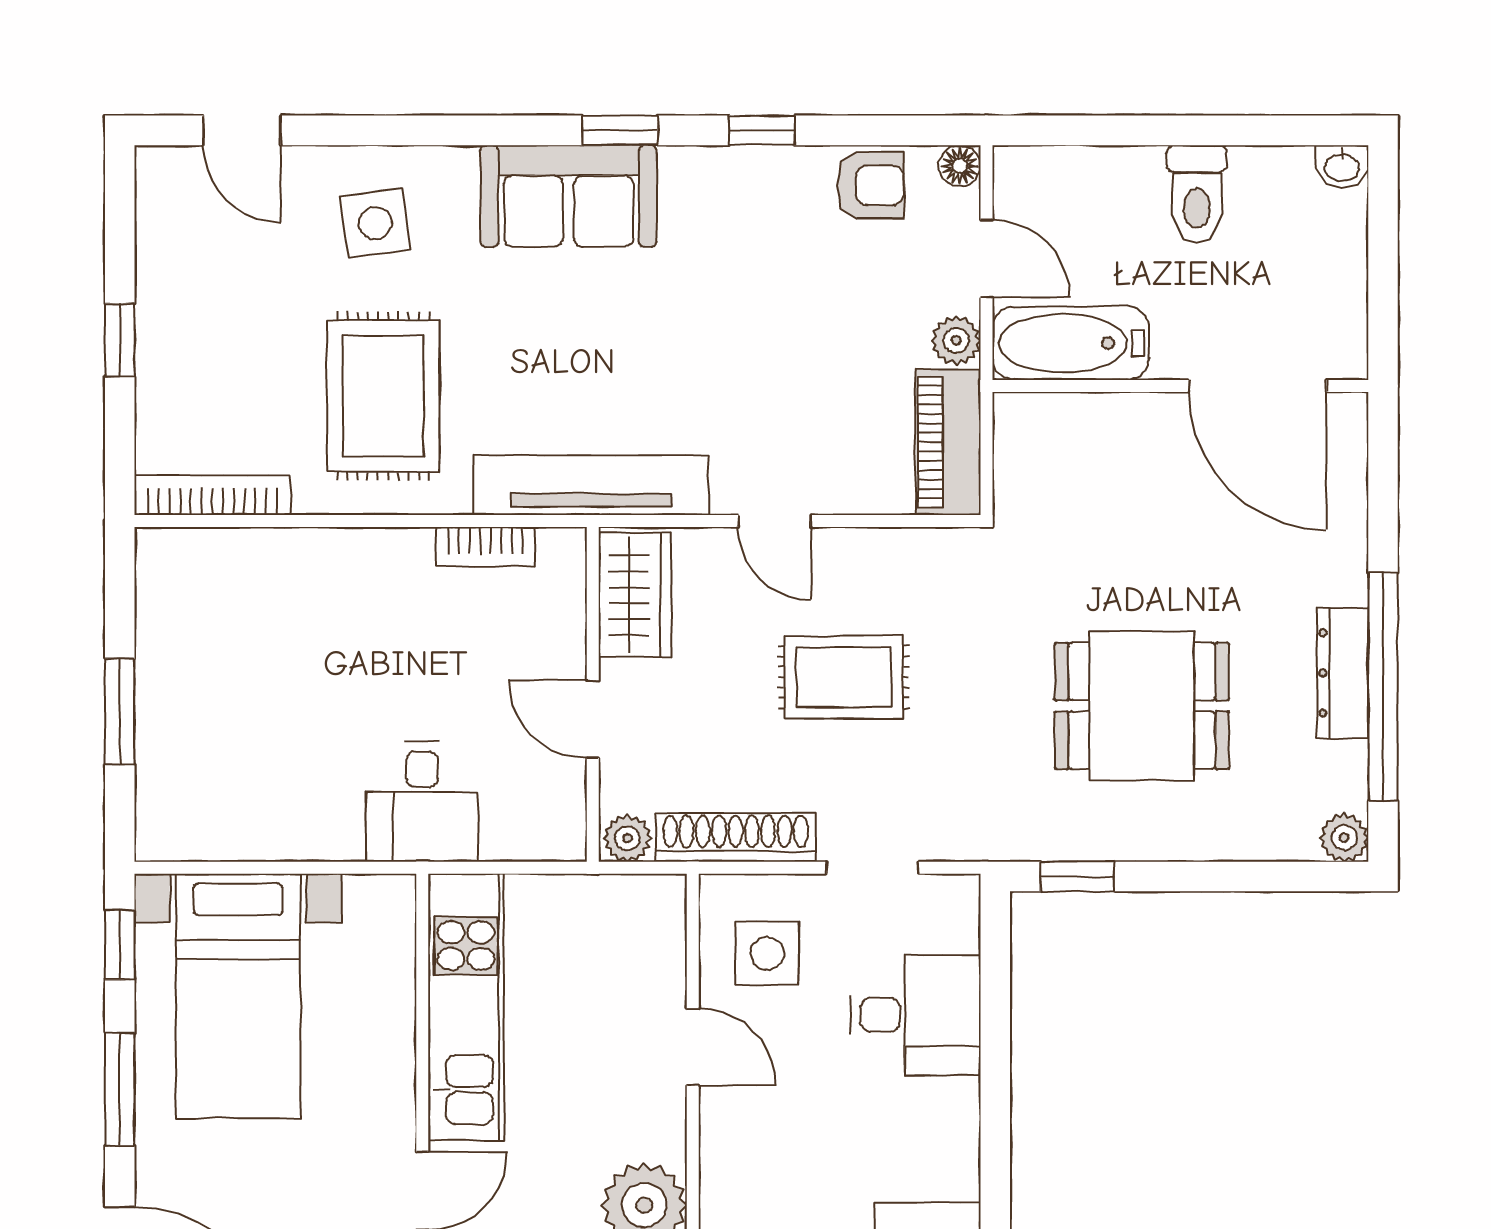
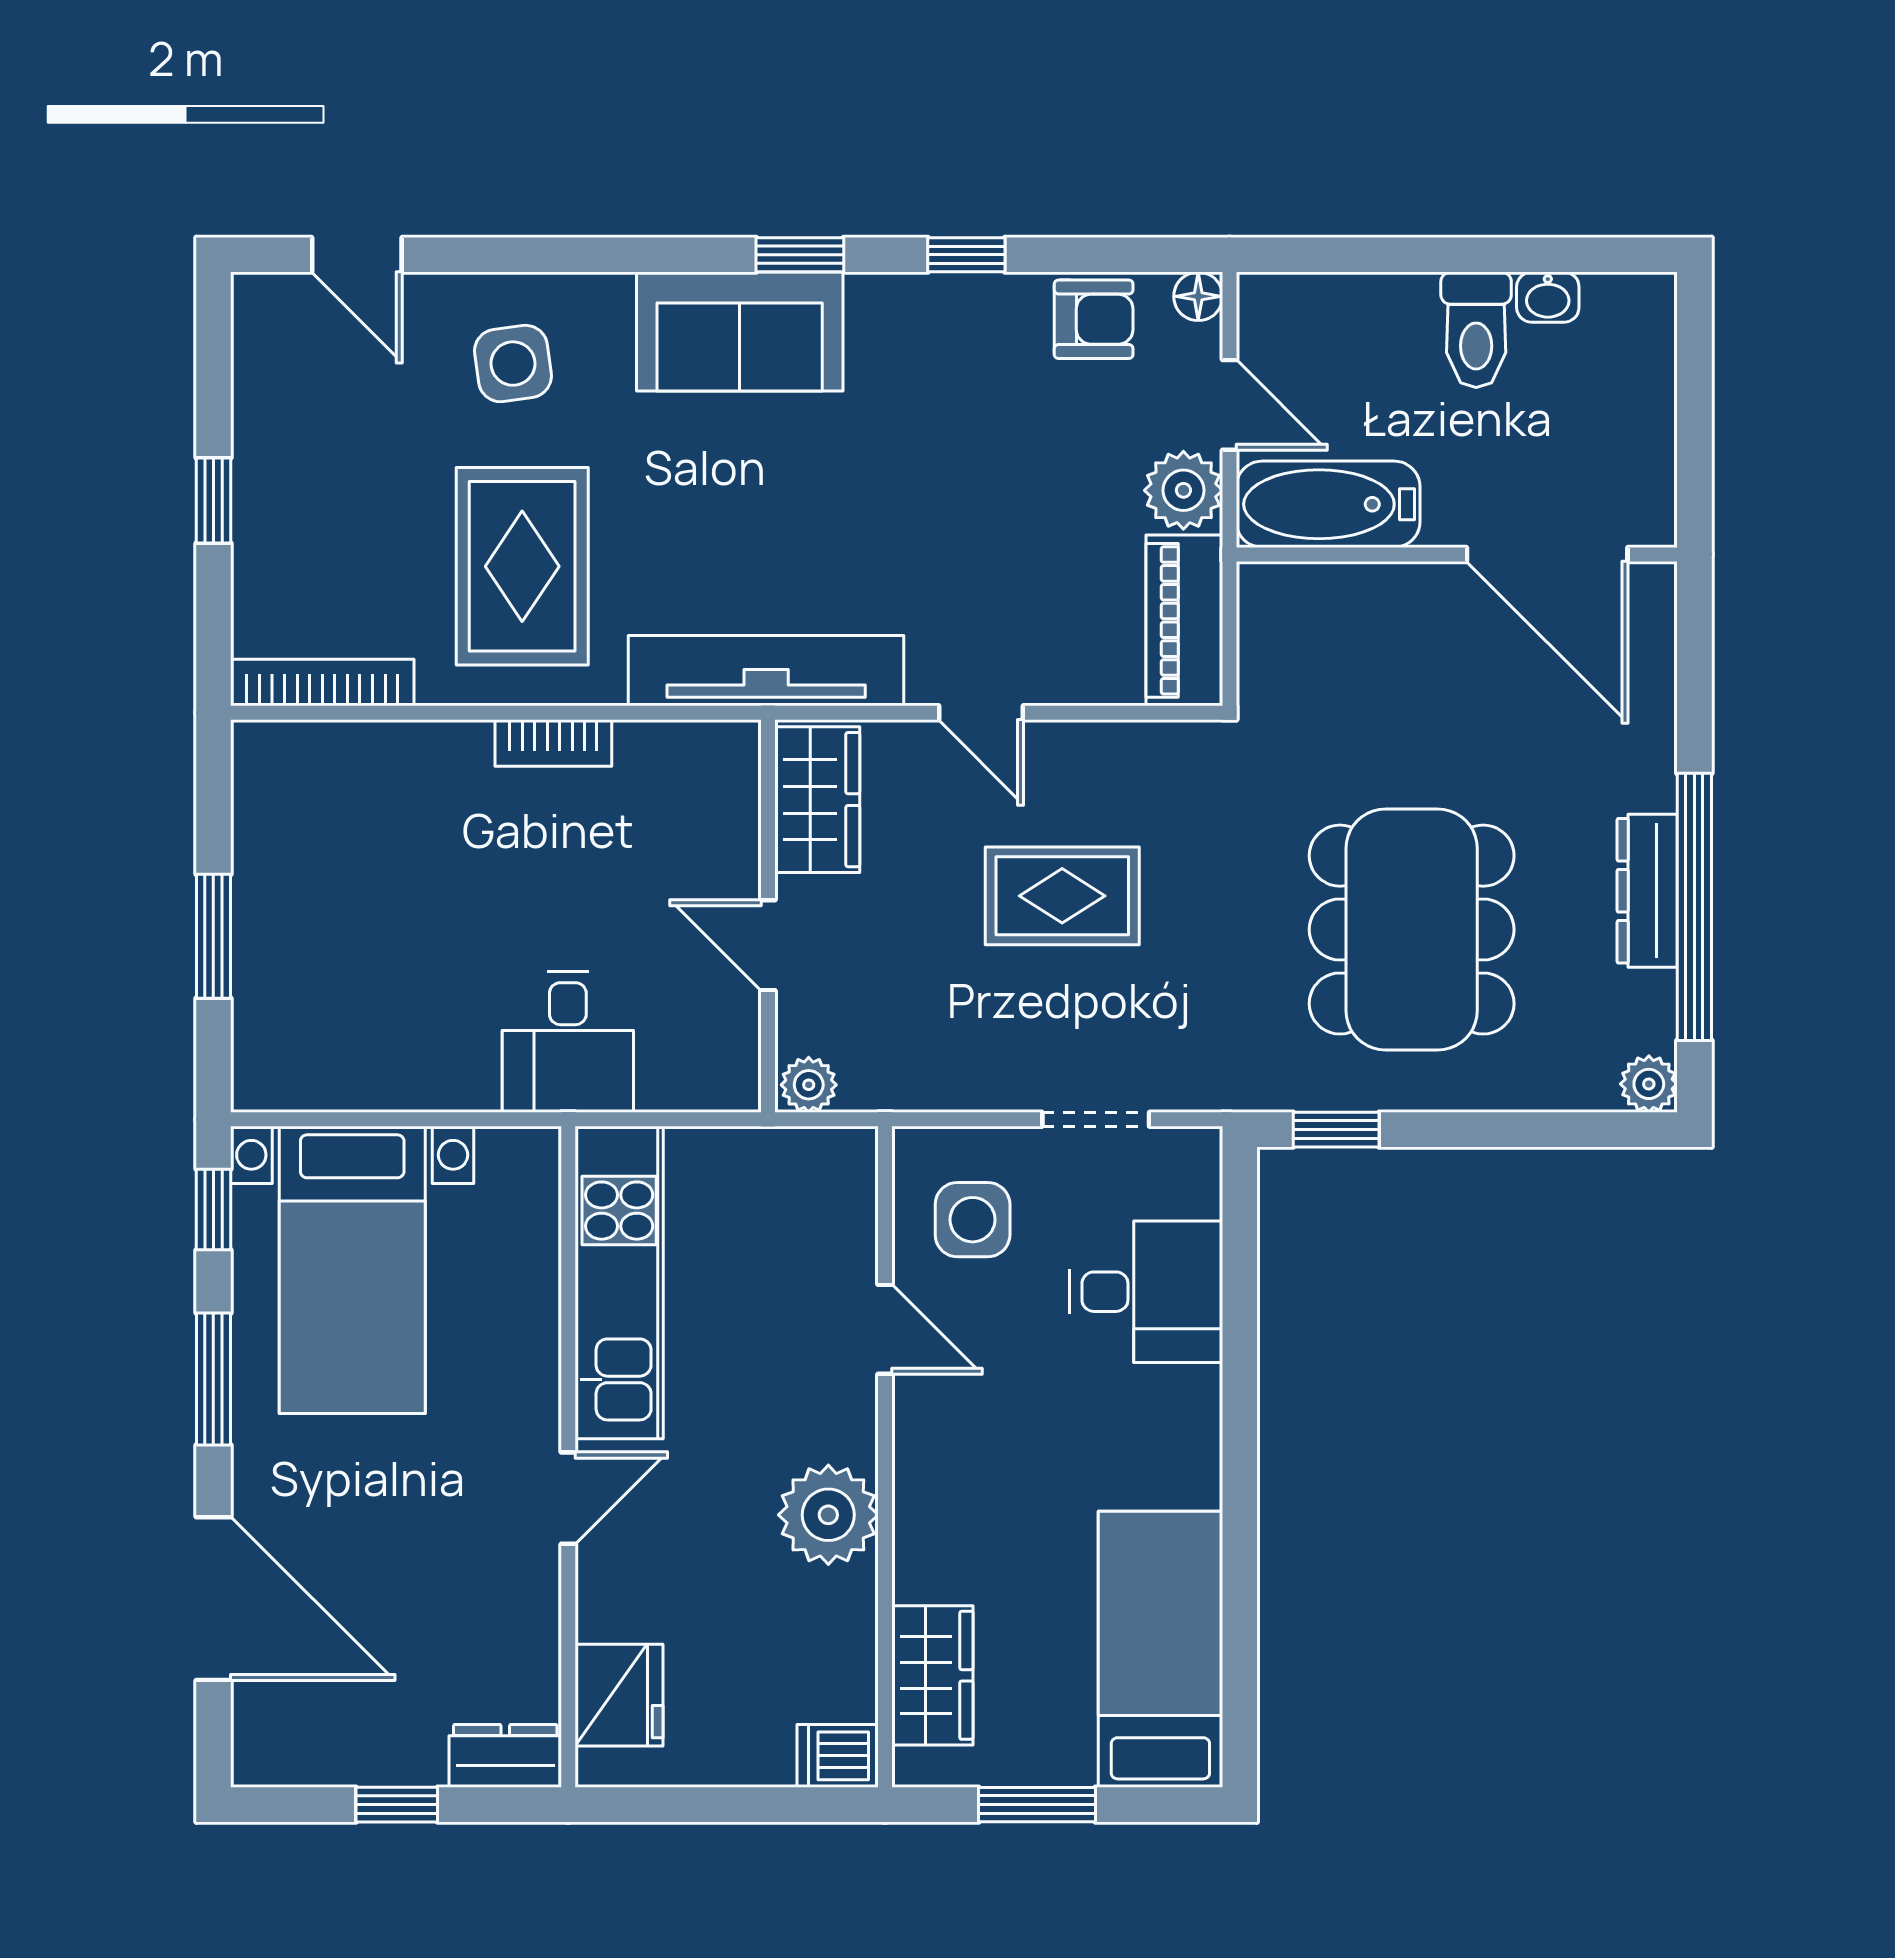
washbasin: (1342, 166) -> (1548, 297), moved
plant: (956, 340) -> (1183, 490), width x1.38, depth x1.38
bookcase: (485, 547) -> (553, 743), moved
dining table: (1142, 706) -> (1412, 930), width x1.37
shoe rack: (736, 837) -> (935, 1083), removed

